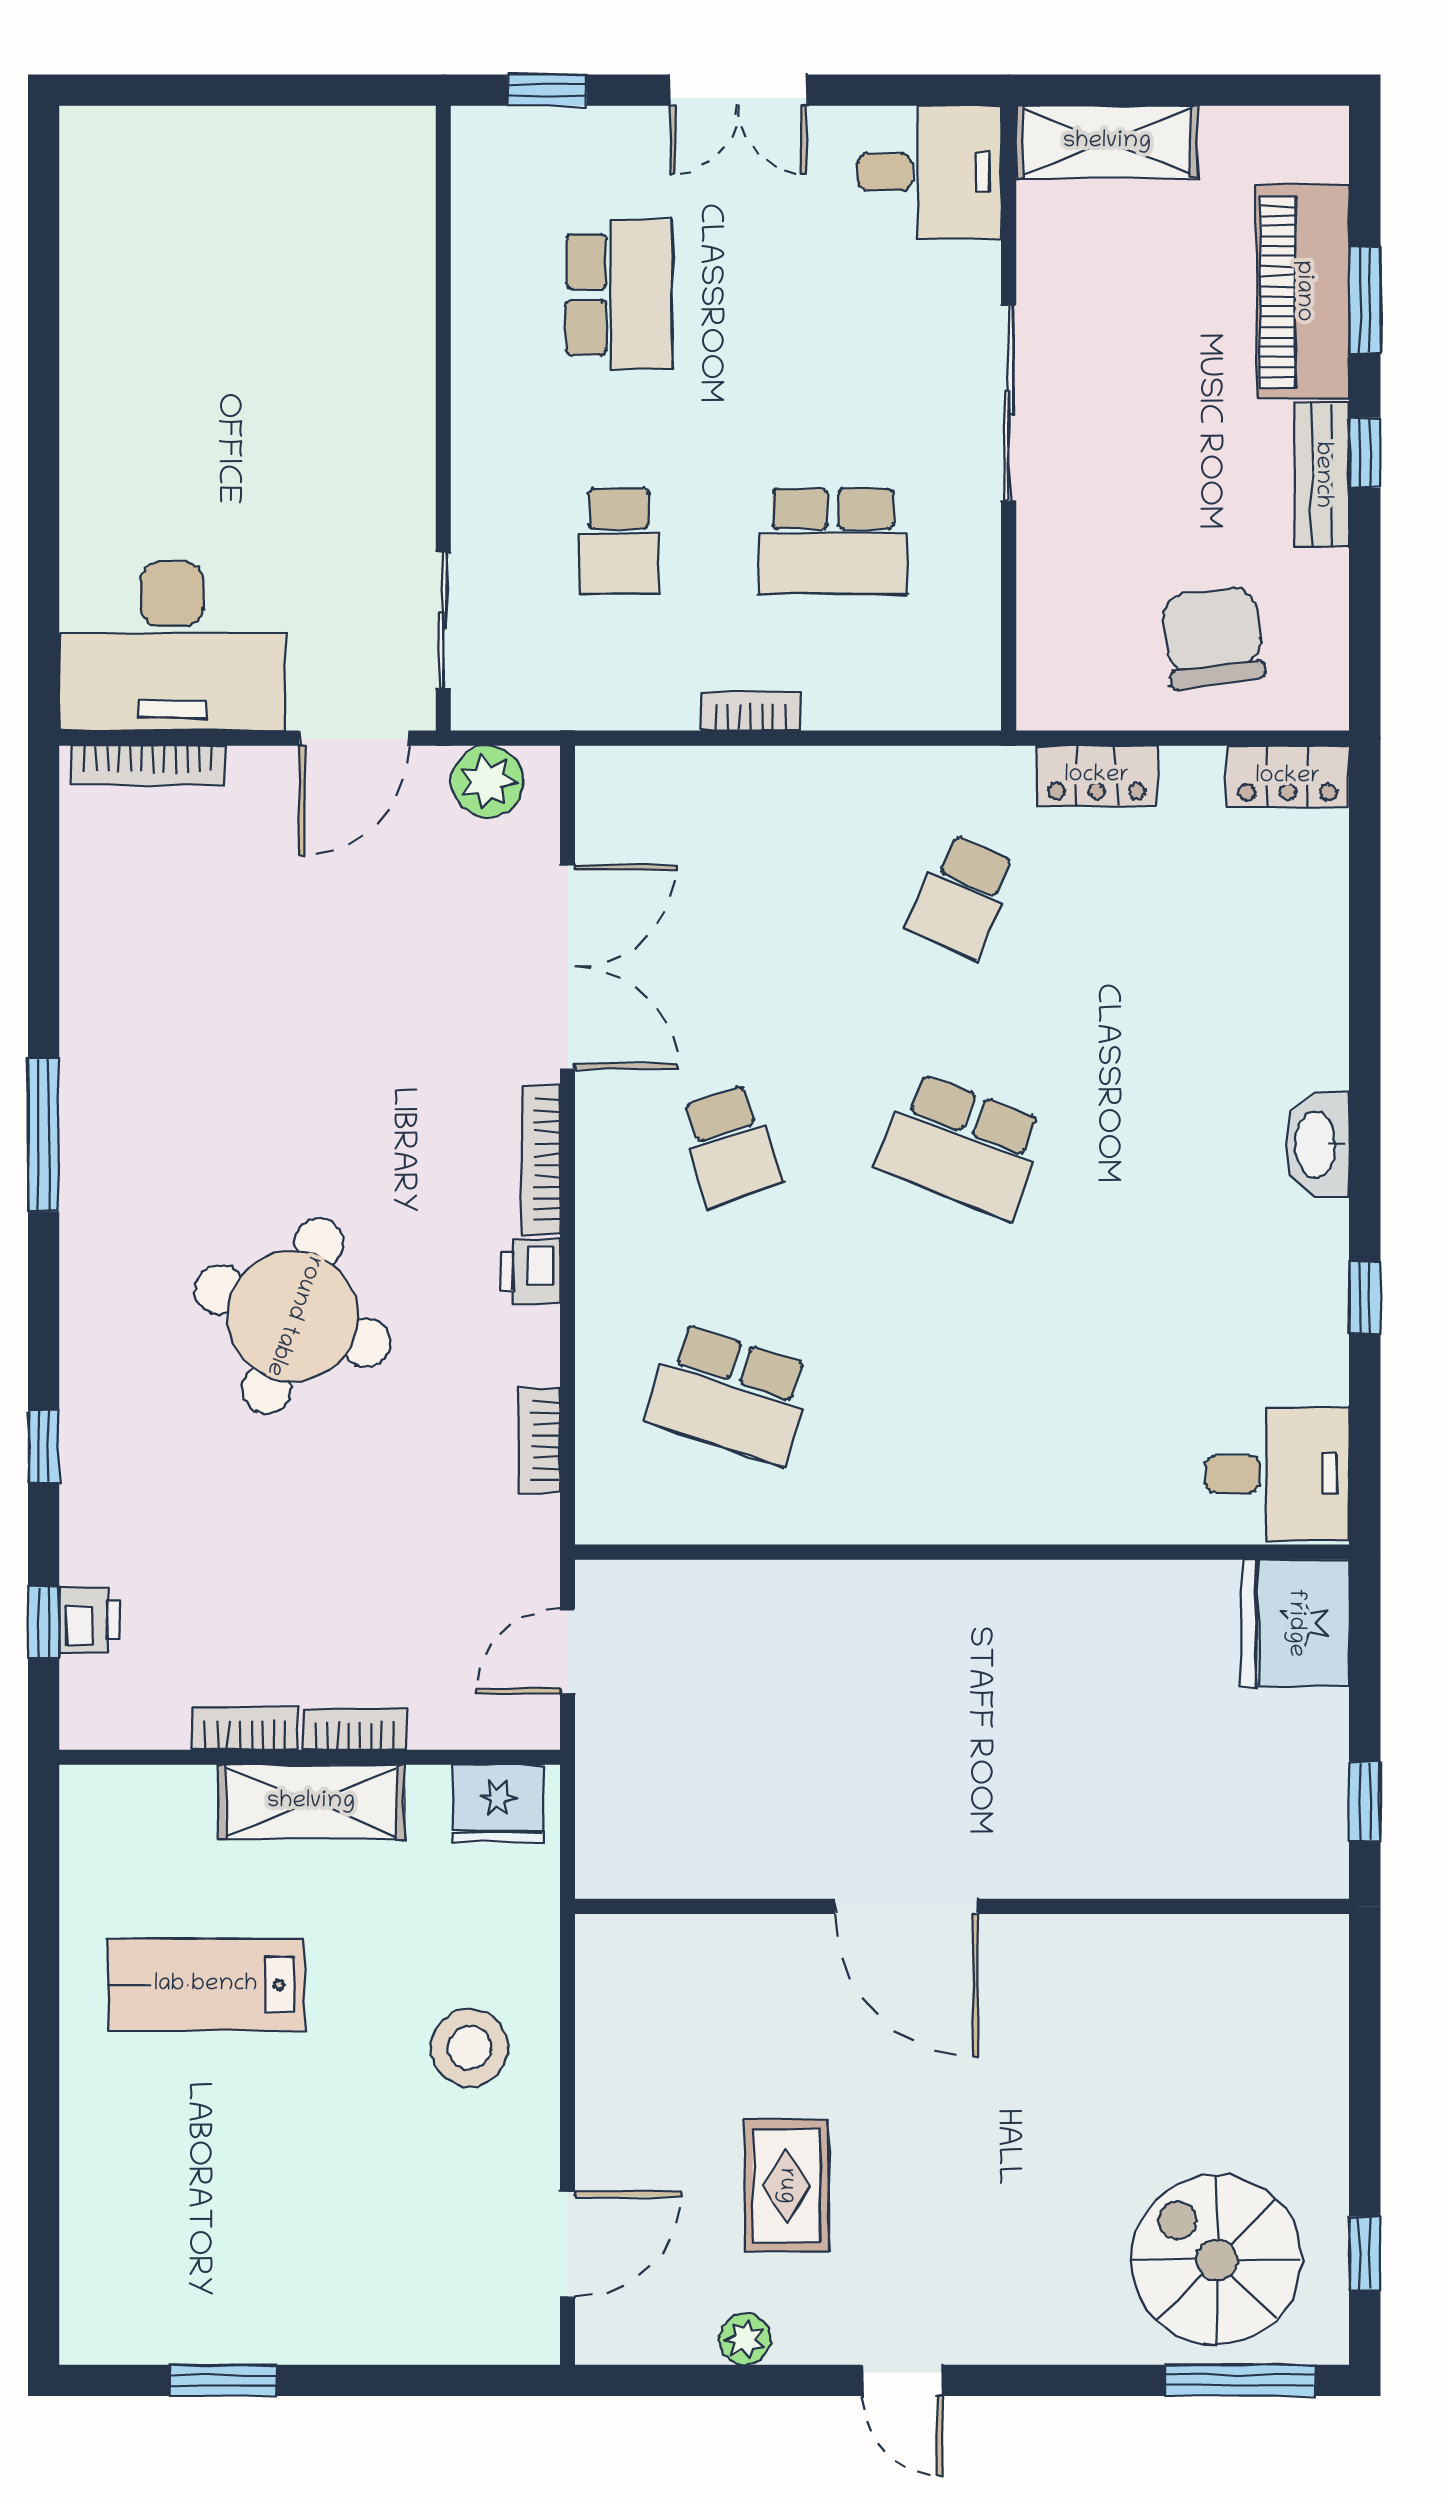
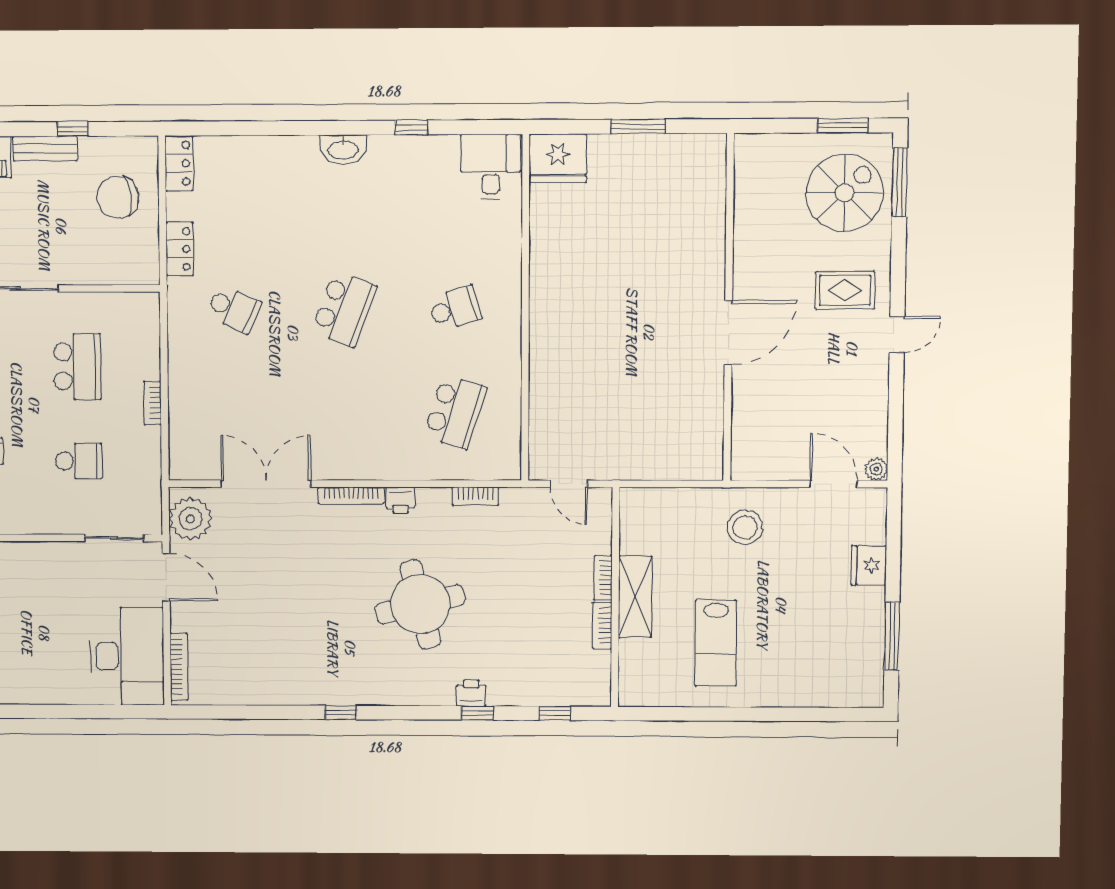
window: (1365, 453) -> (73, 129), moved
plant: (488, 781) -> (190, 519), width x1.36, depth x1.36
window: (44, 1134) -> (341, 712), width x0.46
school desk: (730, 1145) -> (455, 309), moved
round table: (293, 1316) -> (420, 604), turned -34
printer: (89, 1620) -> (471, 693), moved
window: (1365, 1802) -> (638, 126), width x1.50
fridge: (498, 1804) -> (869, 565), moved, turned 180
door: (907, 1906) -> (728, 333), moved
wall: (962, 1906) -> (729, 308), moved
rug: (786, 2186) -> (845, 290), moved
window: (1365, 2253) -> (843, 126), width x1.50
spiral stairs: (1217, 2260) -> (845, 193), turned 180
plant: (745, 2339) -> (876, 469), moved
window: (223, 2380) -> (892, 636), width x1.44

